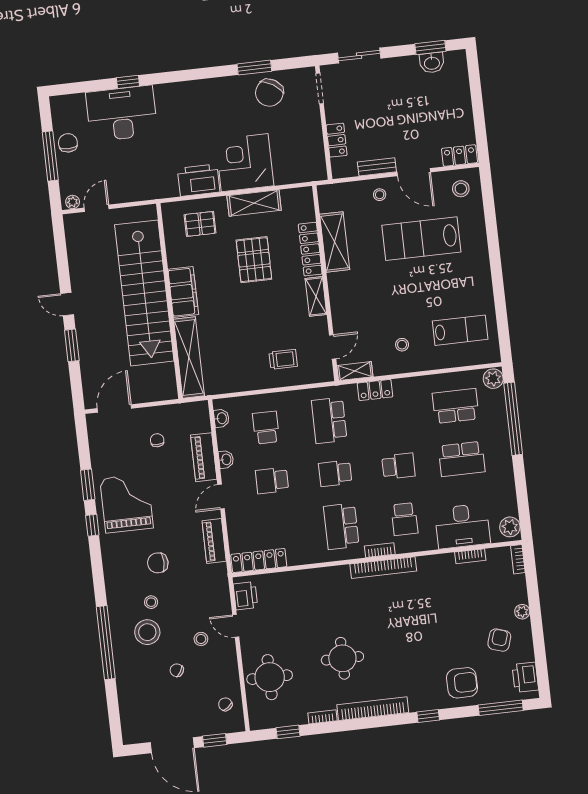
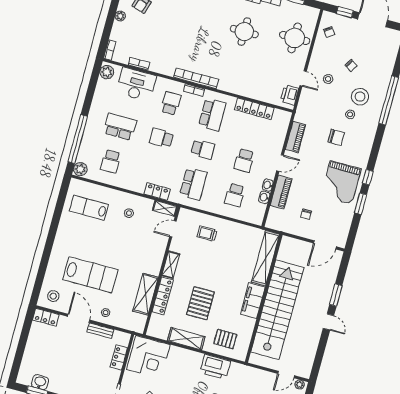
corner desk: (245, 163) -> (148, 357), moved
school desk: (456, 406) -> (111, 161), width x0.54
washbasin: (221, 418) -> (264, 197), moved
school desk: (272, 481) -> (244, 160), turned 90
locker: (259, 561) -> (254, 109), moved

